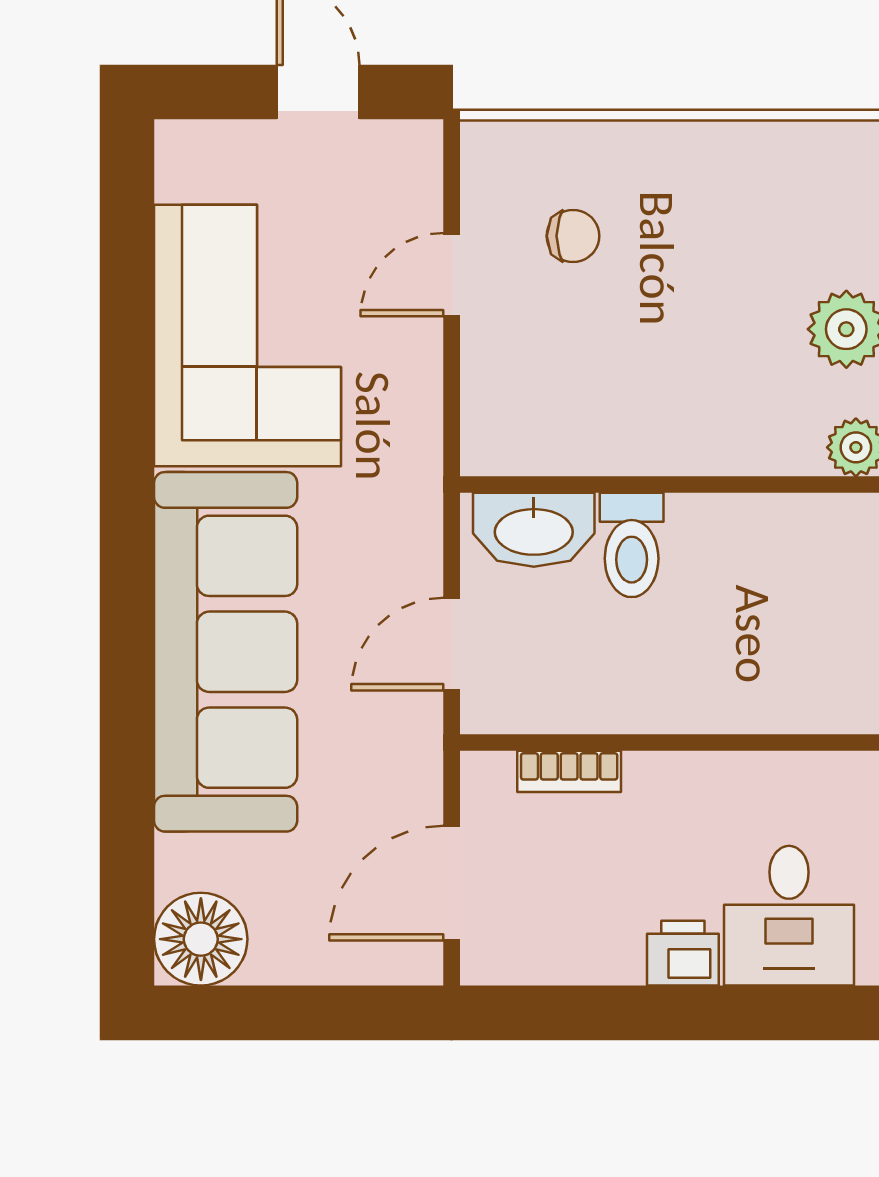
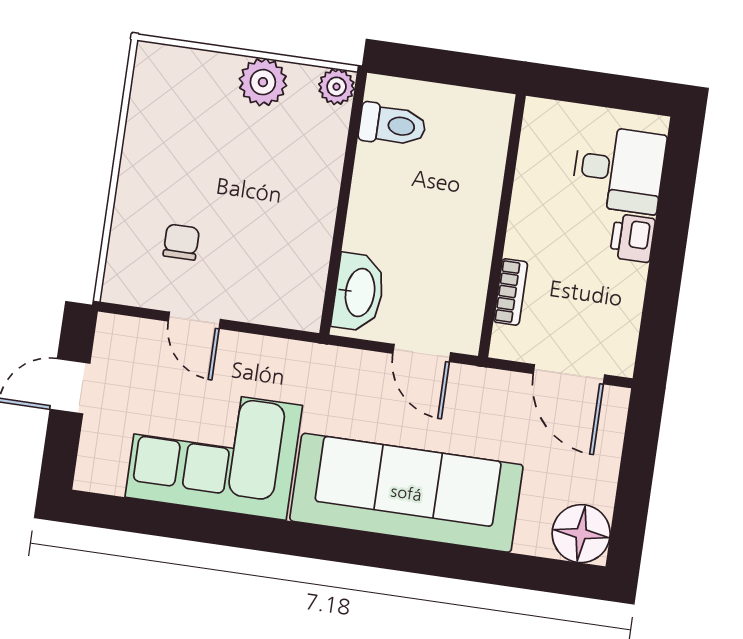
toilet: (632, 545) -> (392, 125), moved

